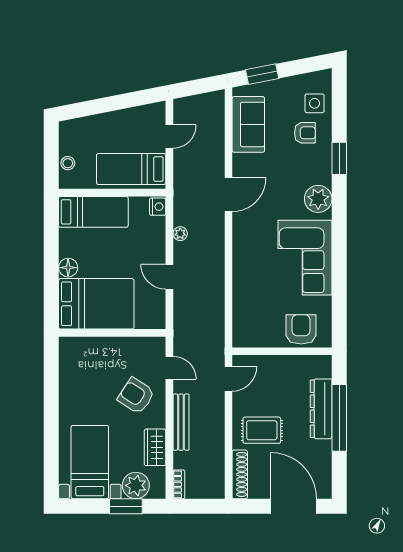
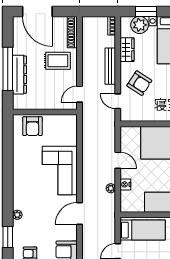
plant: (318, 199) -> (17, 215), width x0.53, depth x0.53
nightstand: (158, 207) -> (125, 184), moved
corner sofa: (305, 258) -> (60, 171), moved, turned 180

